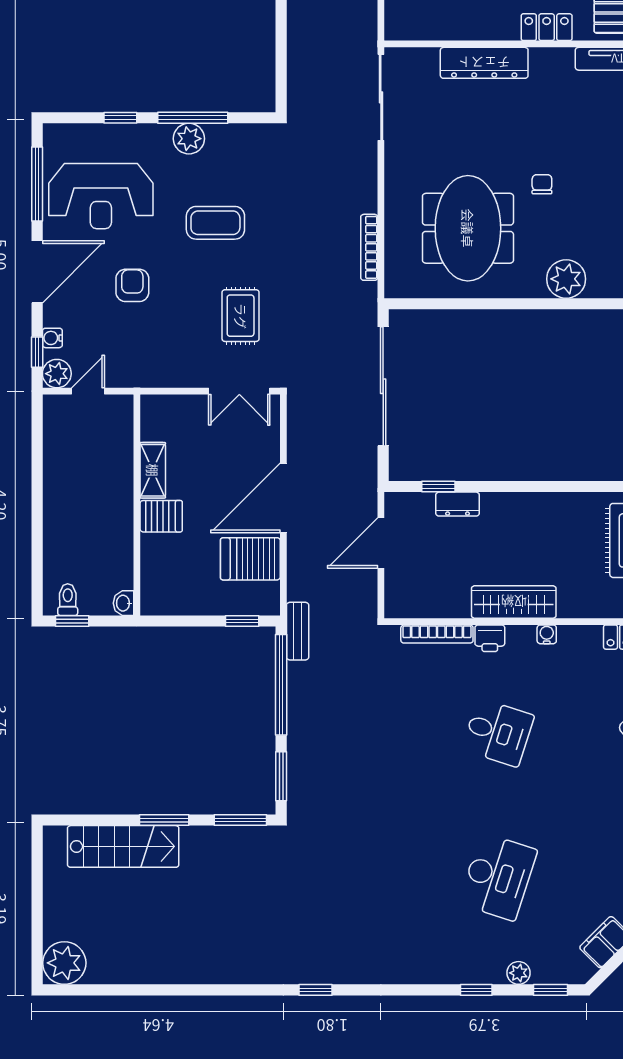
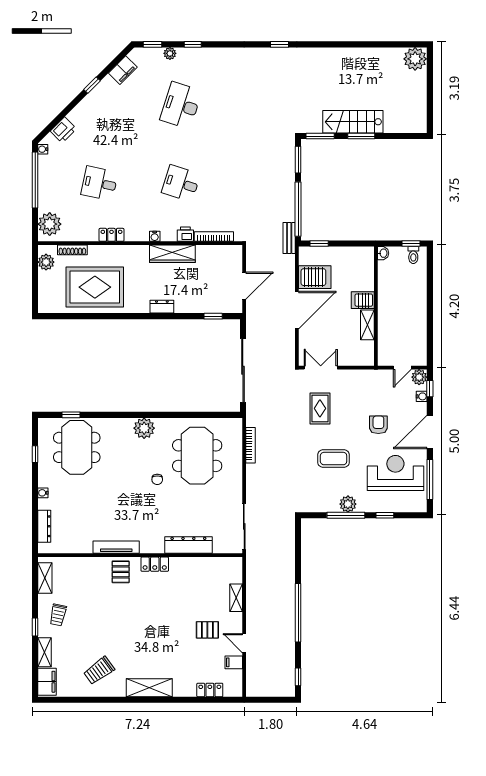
armchair: (132, 285) -> (378, 425), turned 180
dresser: (458, 504) -> (162, 307), moved
stairs: (123, 846) -> (353, 122), moved

